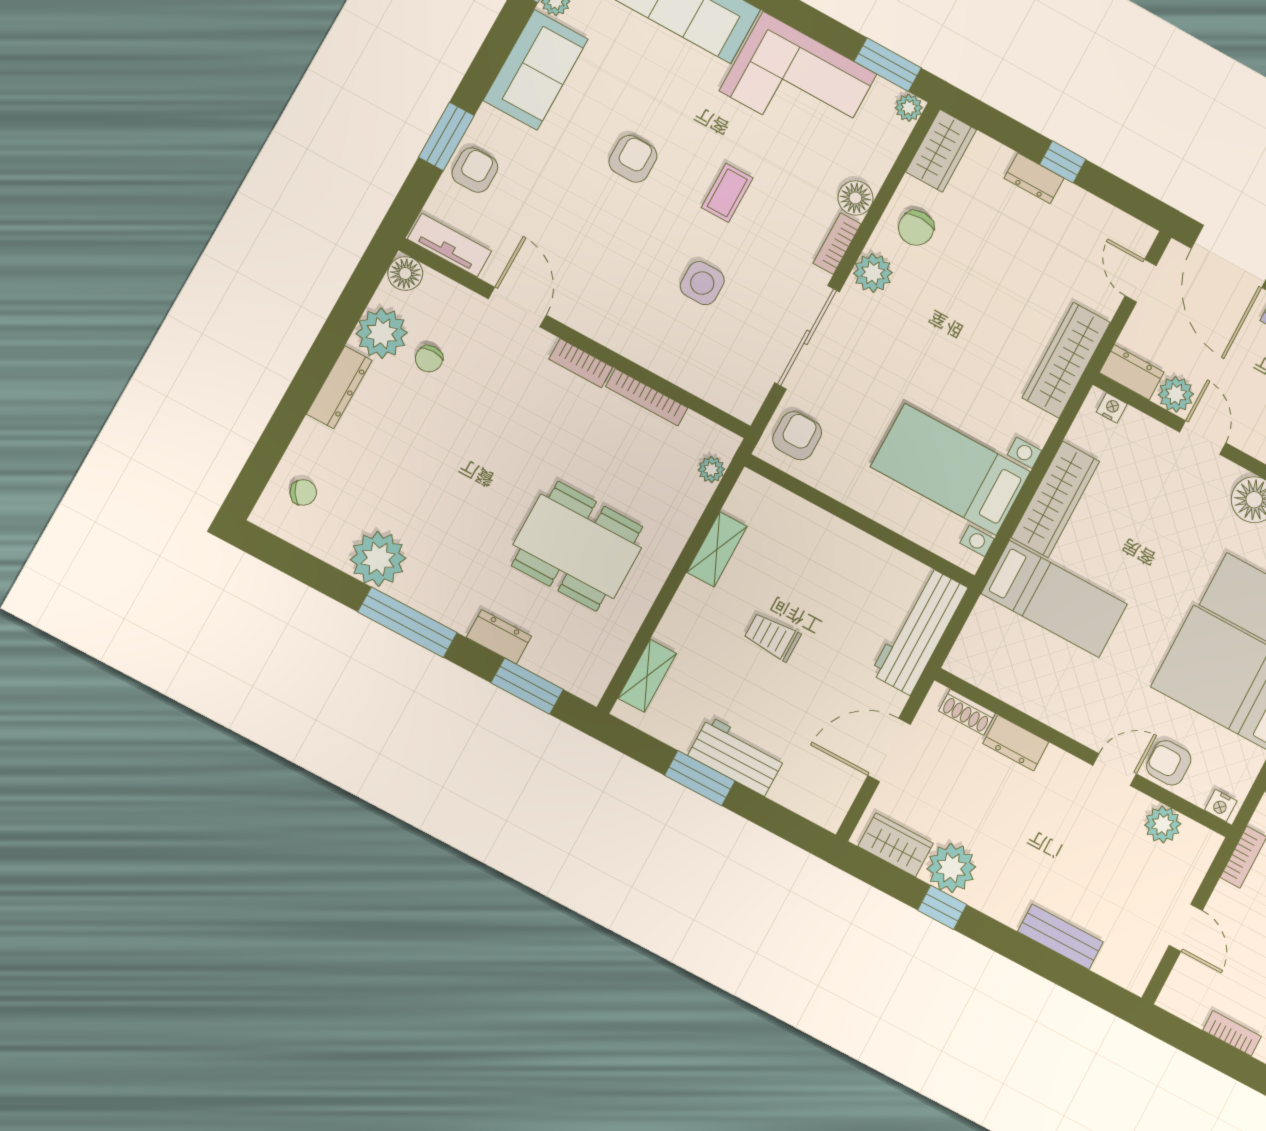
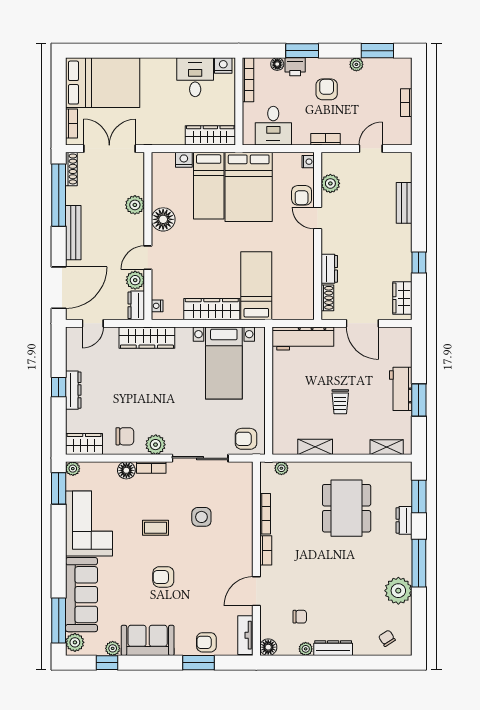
dresser: (1034, 178) -> (73, 390), width x1.44
plant: (382, 333) -> (306, 649), width x0.53, depth x0.53
plant: (951, 868) -> (400, 268), removed

